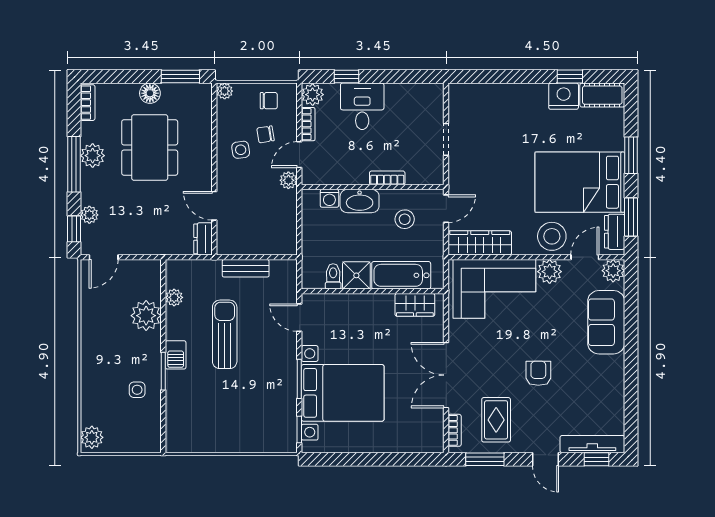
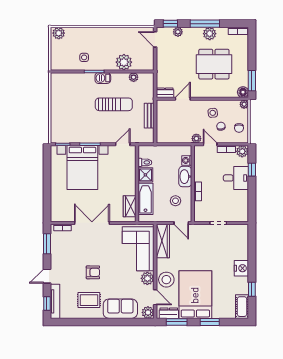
floor lamp: (150, 93) -> (243, 92), moved
nightstand: (564, 96) -> (241, 268), moved
rug: (496, 420) -> (89, 300), moved

